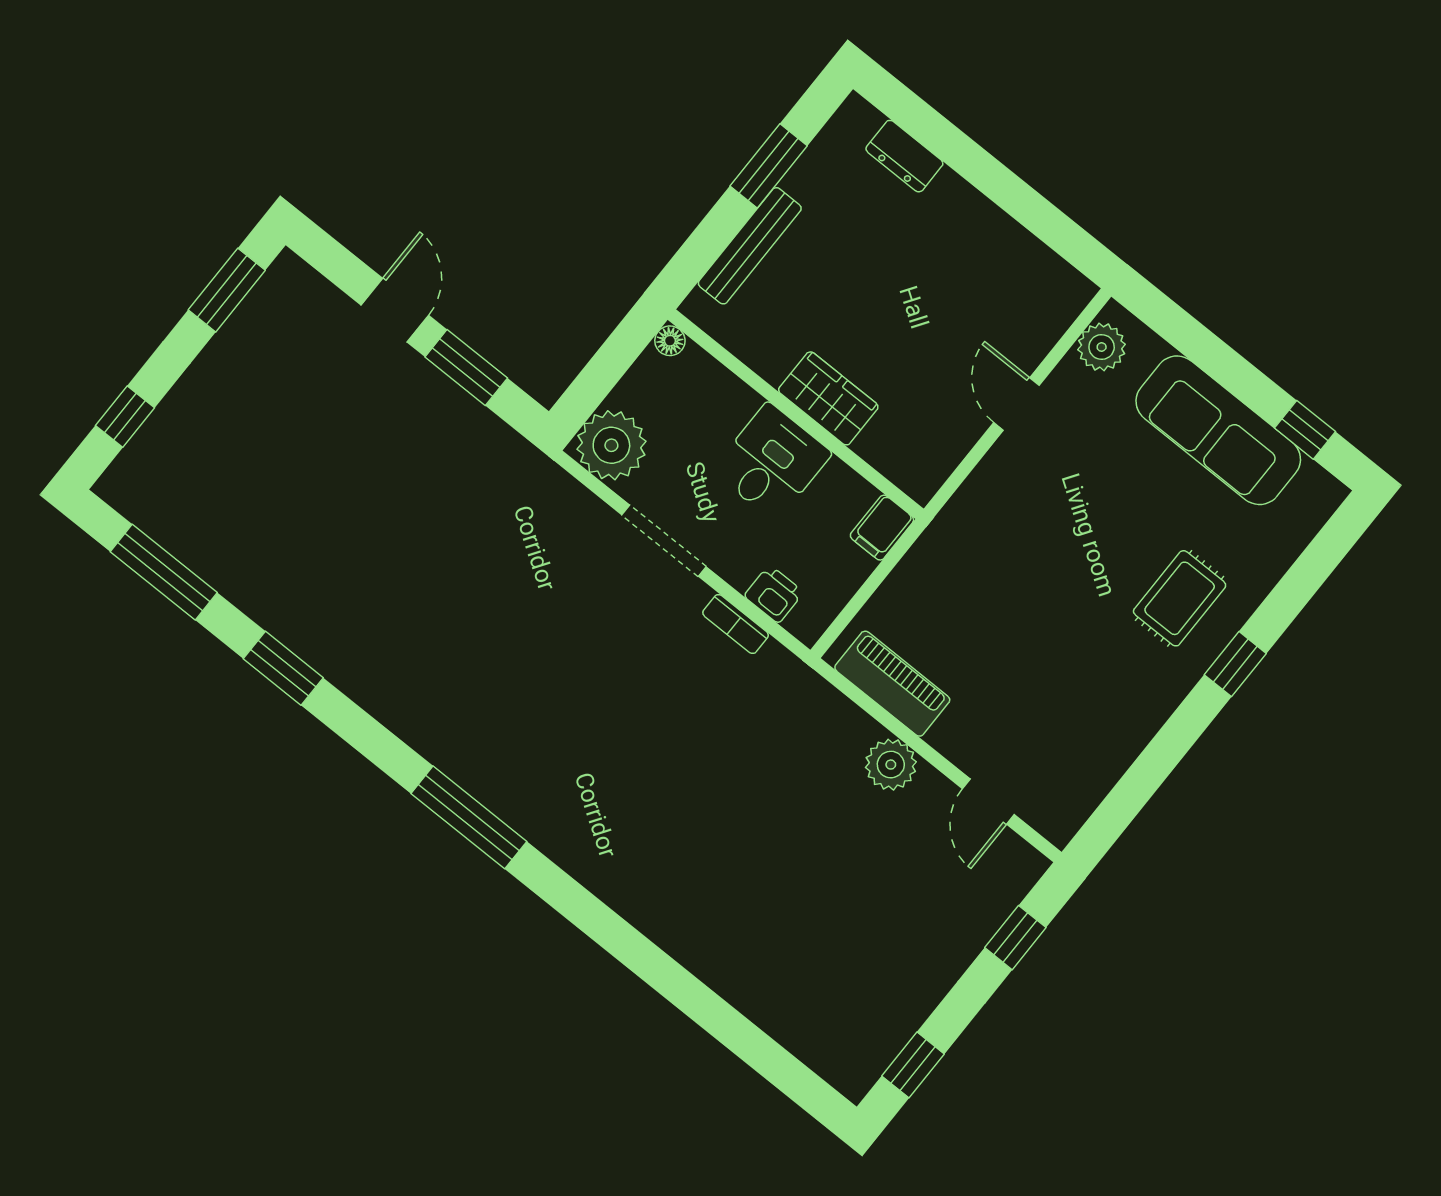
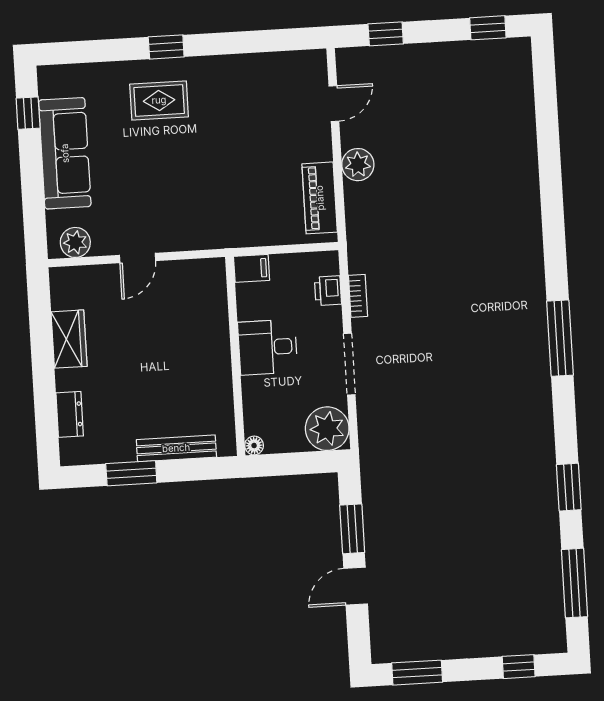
wardrobe: (828, 398) -> (69, 339), moved, turned 180

